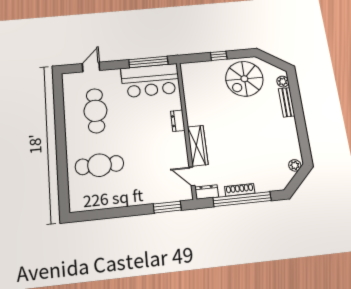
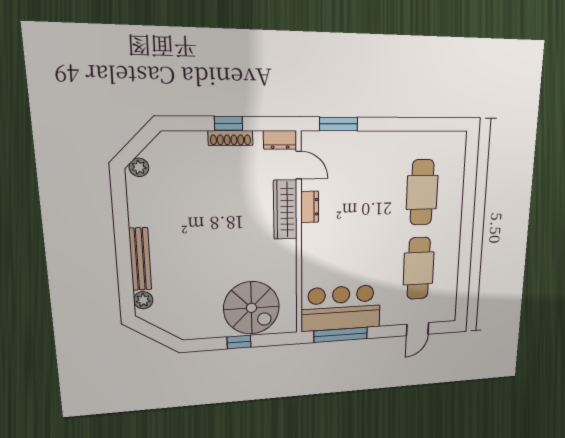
spiral stairs: (244, 79) -> (251, 308), moved, turned 90
bench: (287, 102) -> (140, 259), width x1.36
dresser: (178, 121) -> (310, 207), moved
cafe table: (99, 165) -> (422, 192), turned 90
window: (242, 199) -> (229, 123), width x0.32

